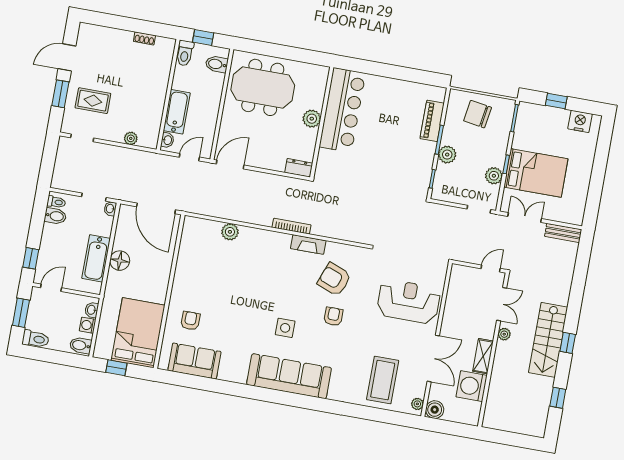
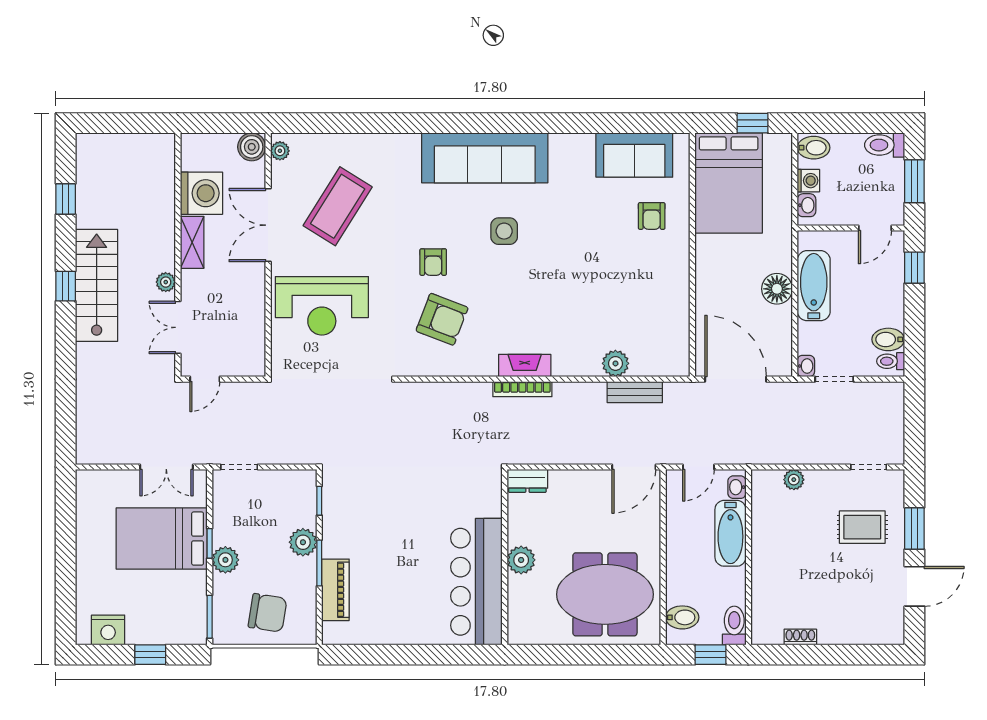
plant: (494, 176) -> (225, 560), moved
bench: (563, 233) -> (635, 392), moved
fireplace: (308, 245) -> (525, 366), moved
coffee table: (383, 380) -> (338, 206), moved, turned 32

